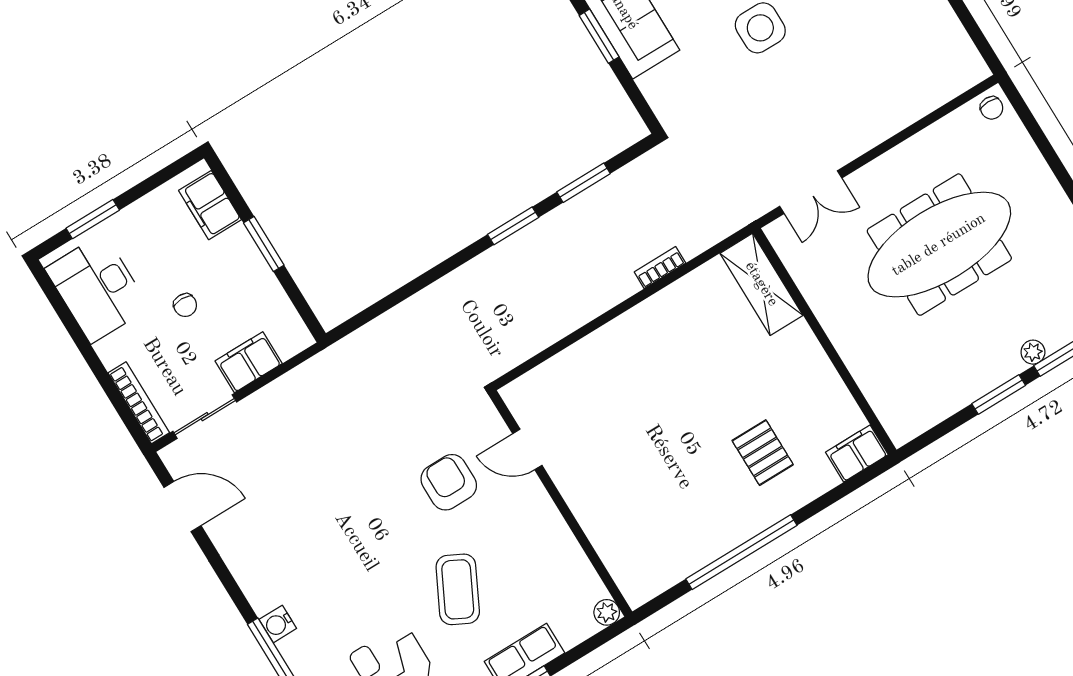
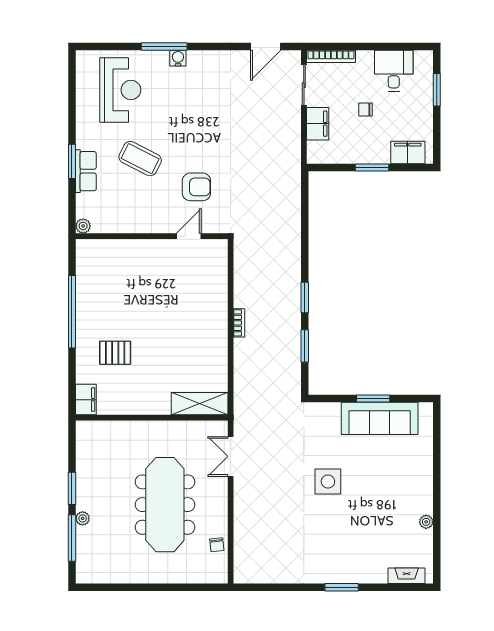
chair: (992, 108) -> (217, 545), moved, turned -96
bookcase: (660, 268) -> (239, 323), moved
desk: (97, 288) -> (394, 71), width x0.73

